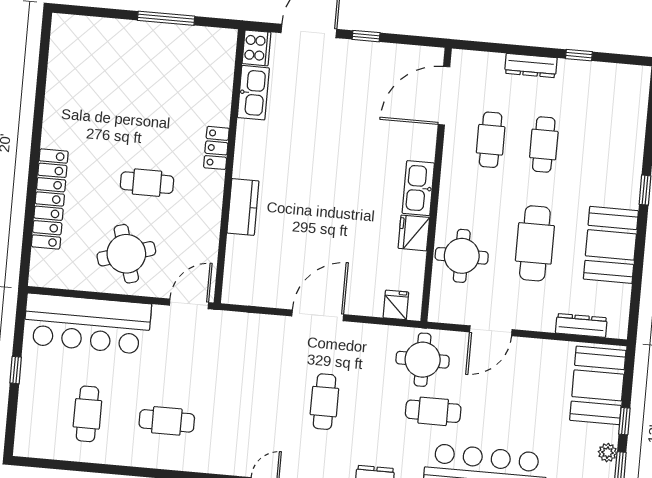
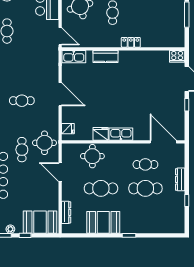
kitchen sink: (253, 93) -> (74, 57), moved
cafe table: (544, 145) -> (145, 188), width x1.37, depth x1.35

